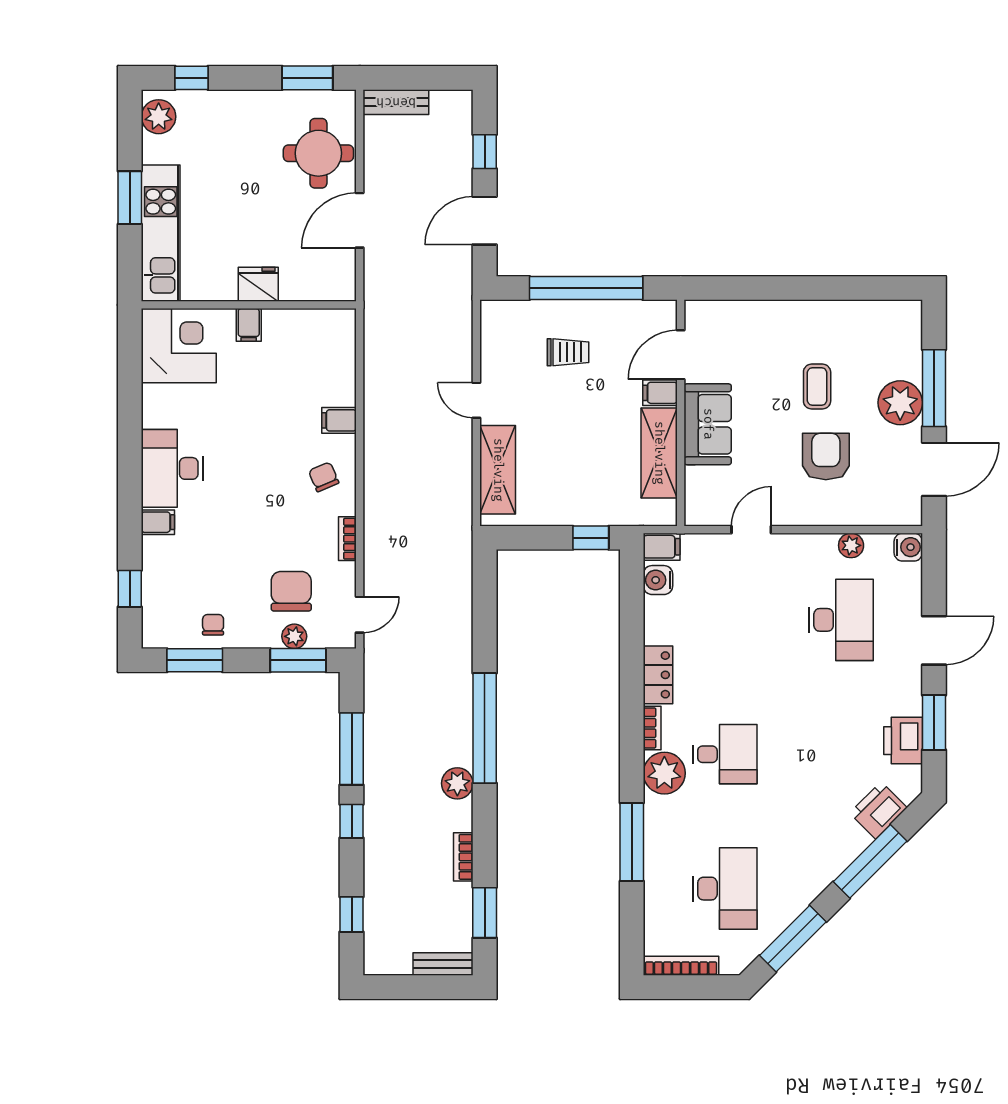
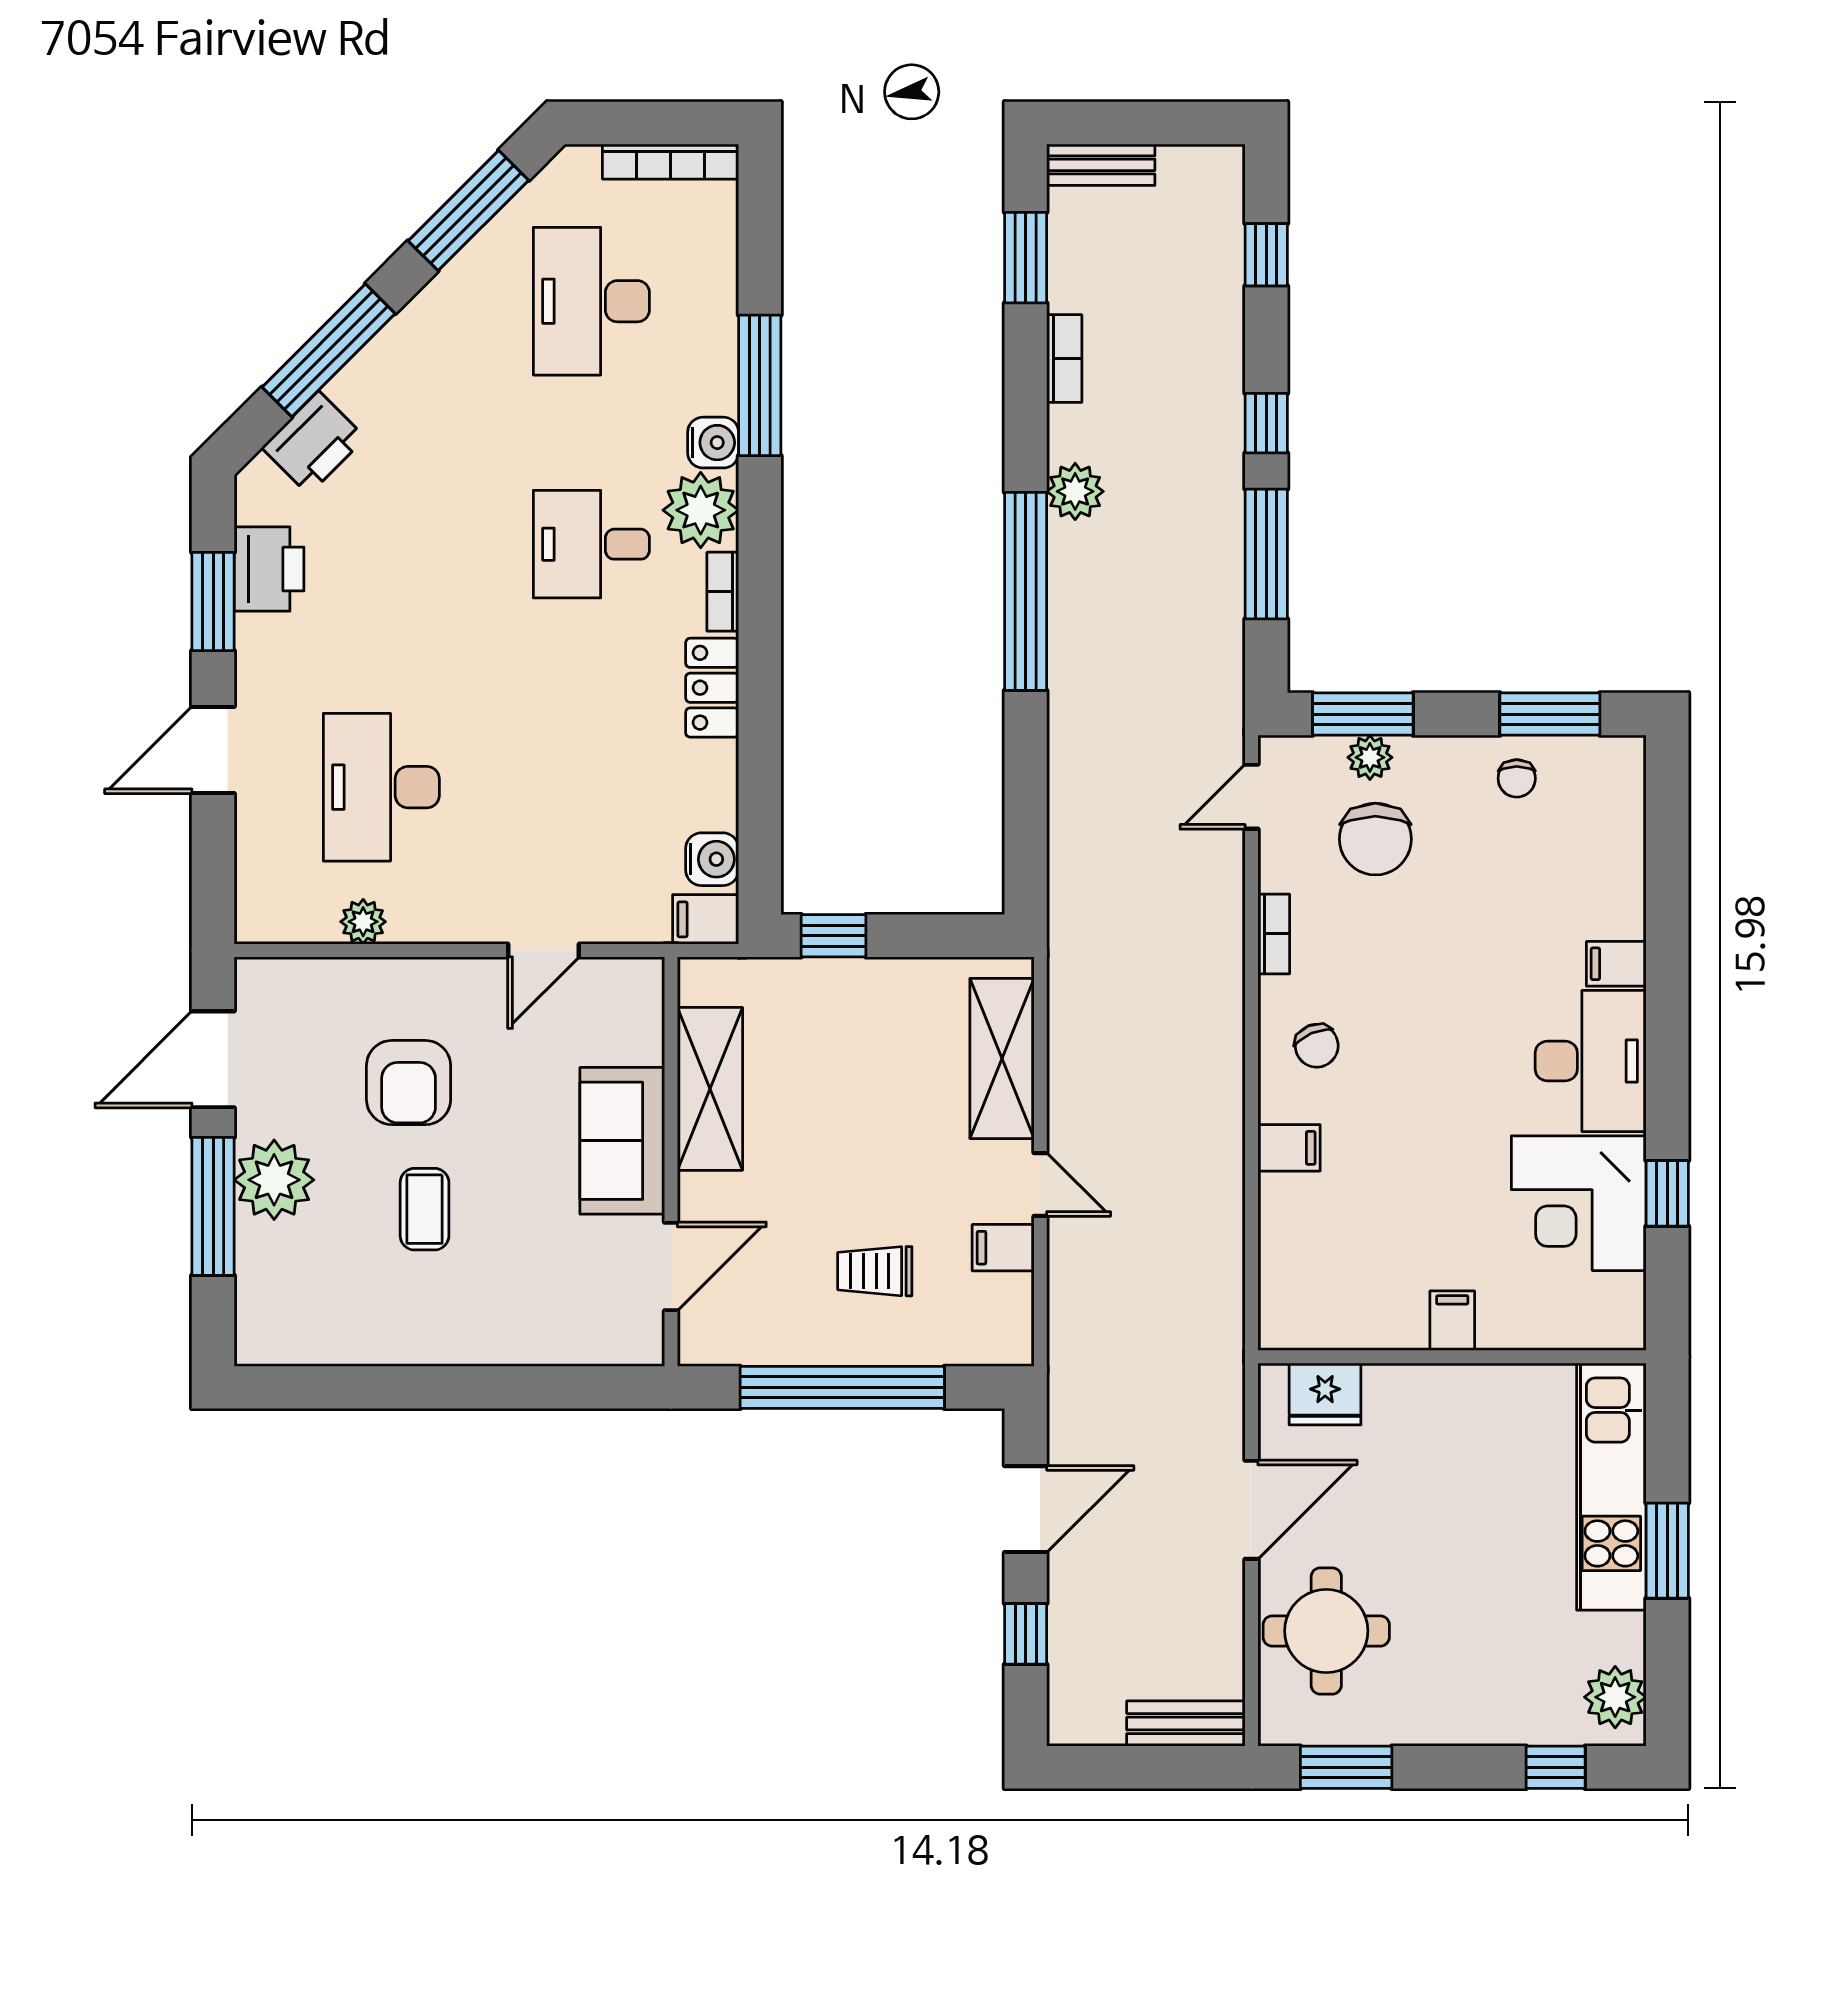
fridge: (258, 284) -> (1325, 1394), moved
corner desk: (179, 346) -> (1579, 1203), moved
filing cabinet: (660, 393) -> (1003, 1248), moved, turned 180
water cooler: (908, 547) -> (713, 443), moved, turned 180
window: (130, 589) -> (1667, 1193), moved

